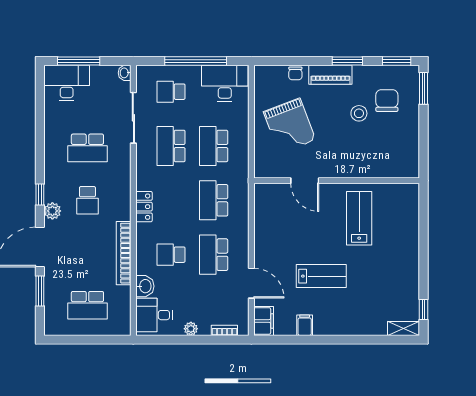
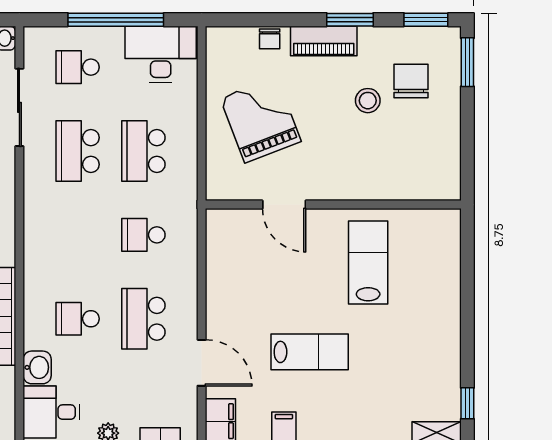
grand piano: (290, 126) -> (261, 120), turned 180
school desk: (214, 200) -> (143, 235), width x0.54
locker: (144, 207) -> (36, 245), removed

